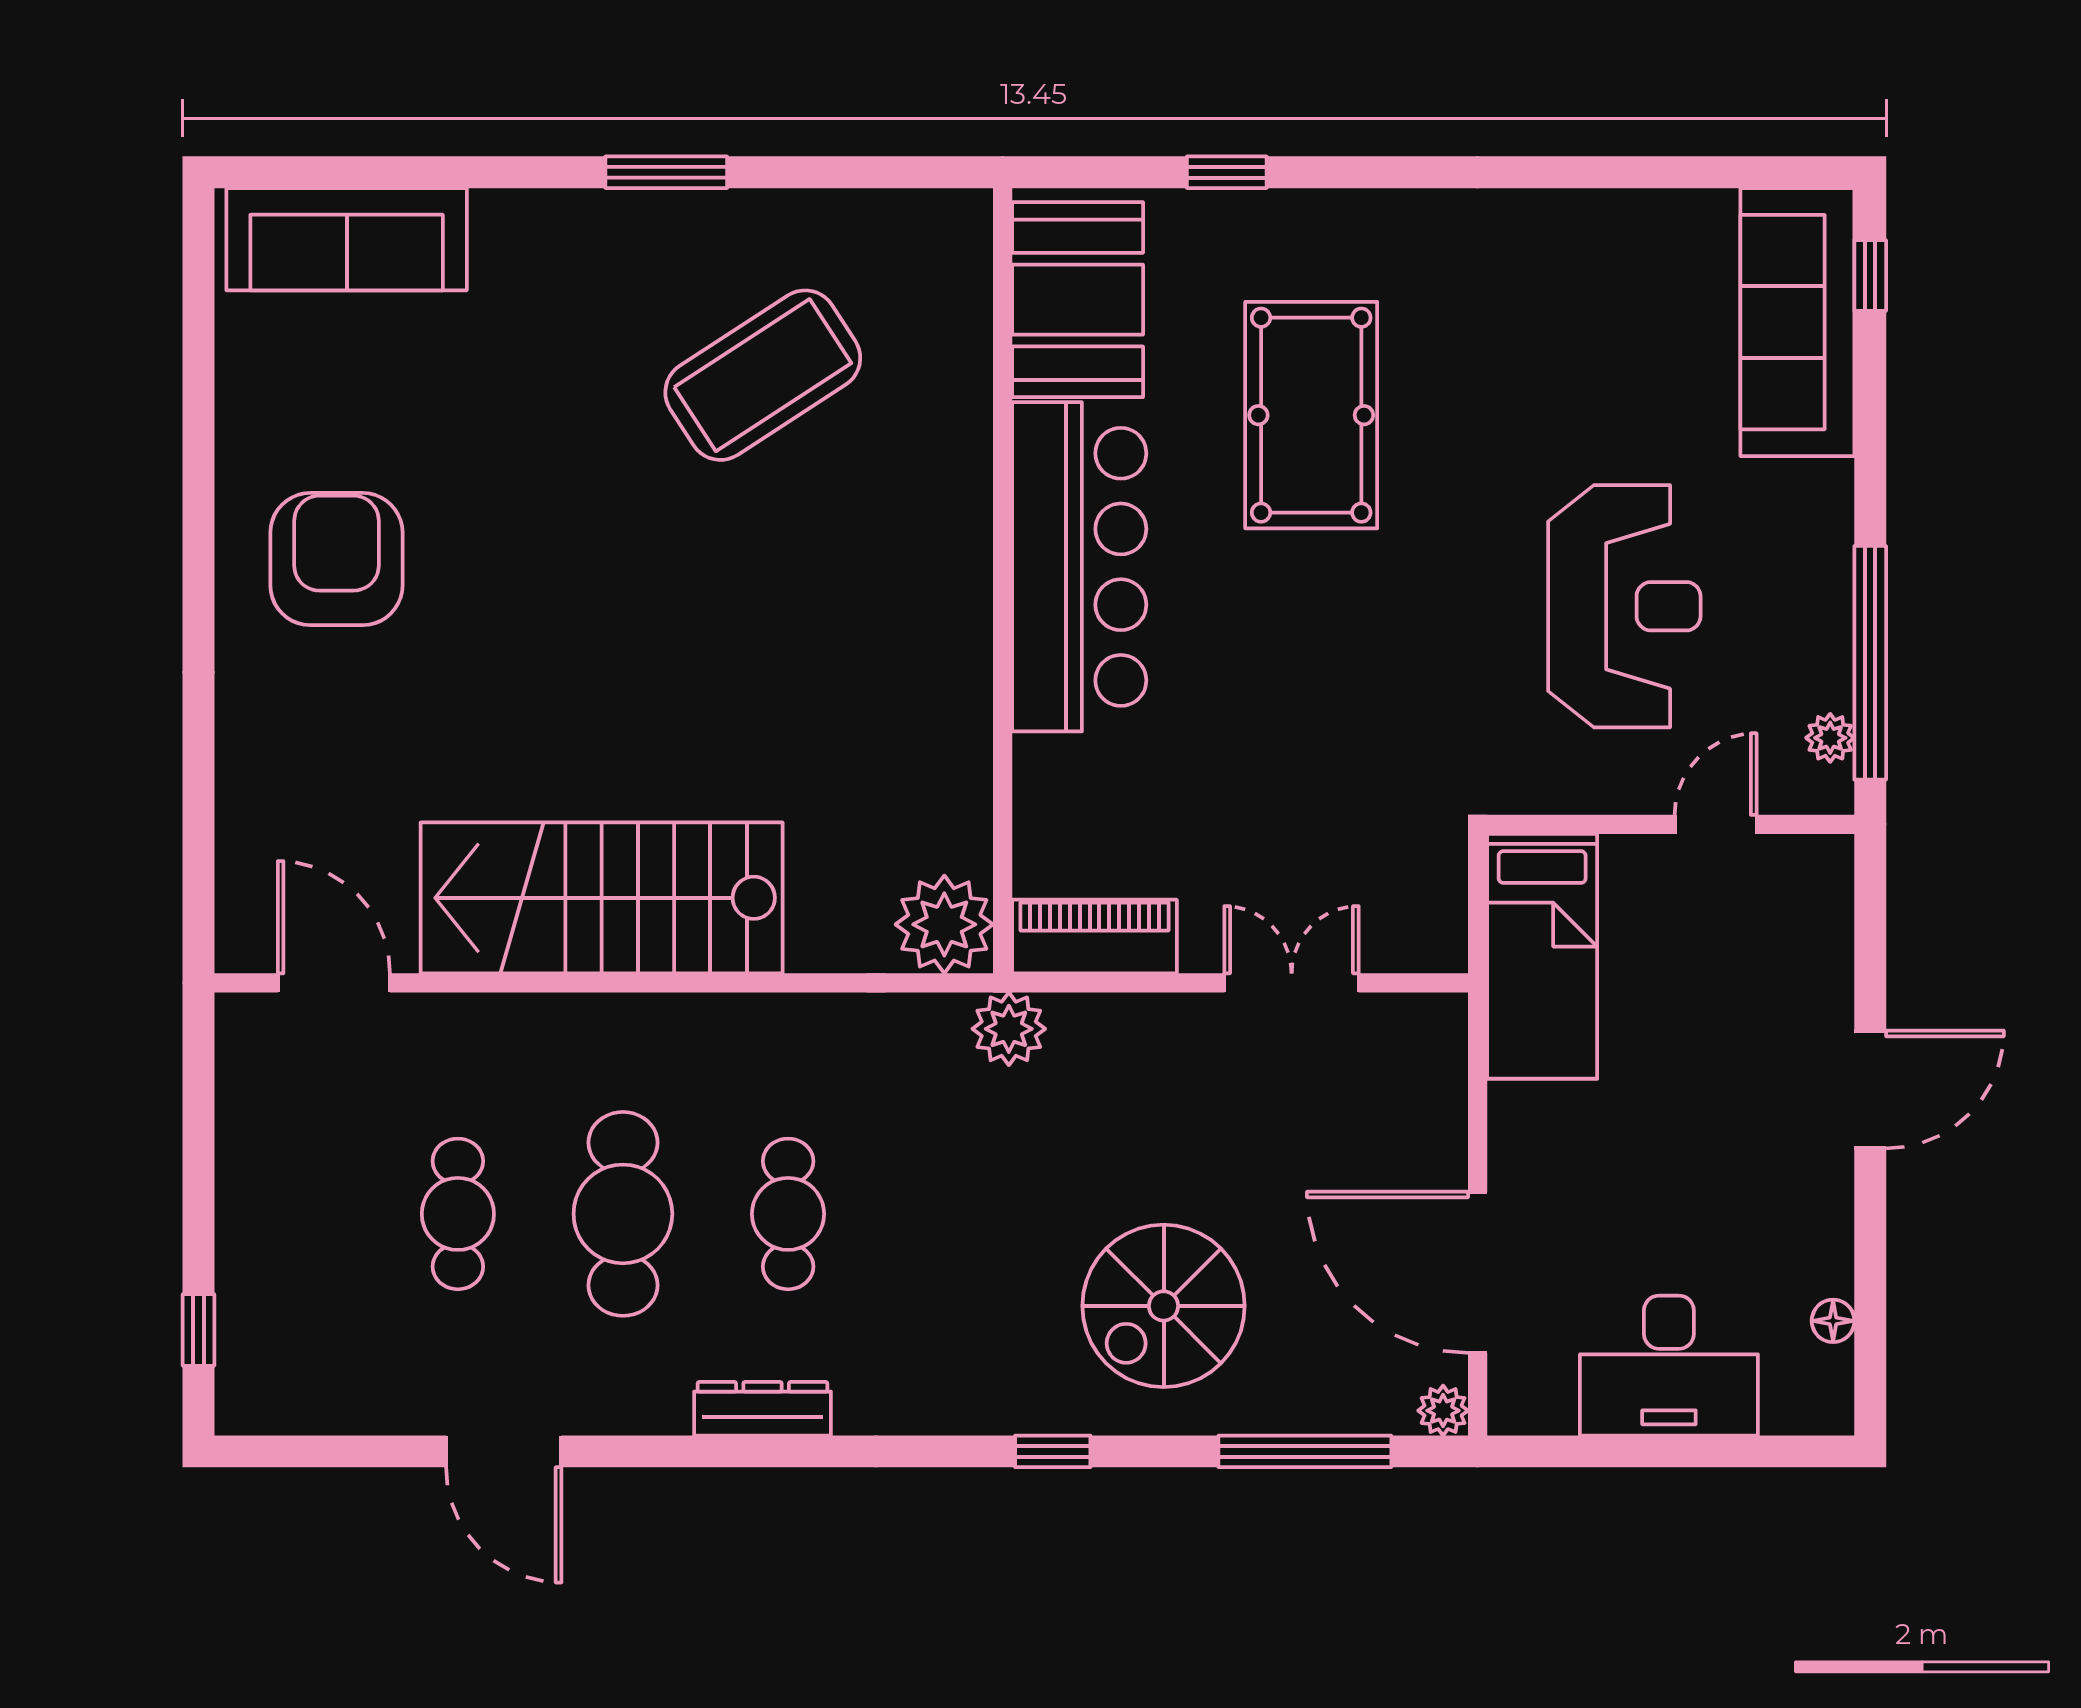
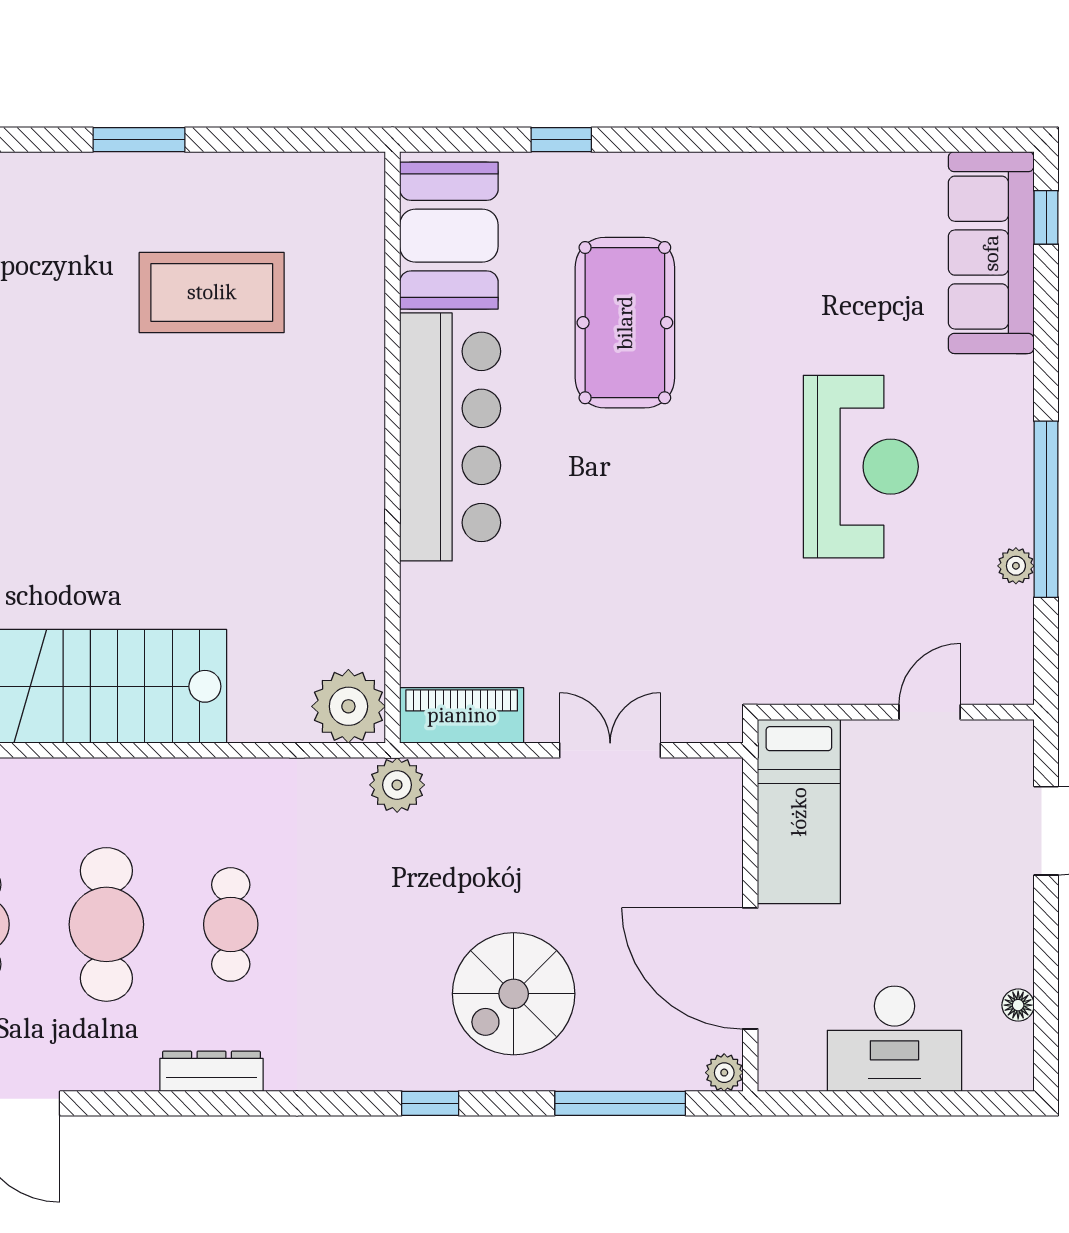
coffee table: (763, 375) -> (212, 292), turned 33
wall: (1671, 824) -> (896, 712), moved
door: (1716, 824) -> (930, 712), moved
bed: (1542, 956) -> (799, 812), moved

